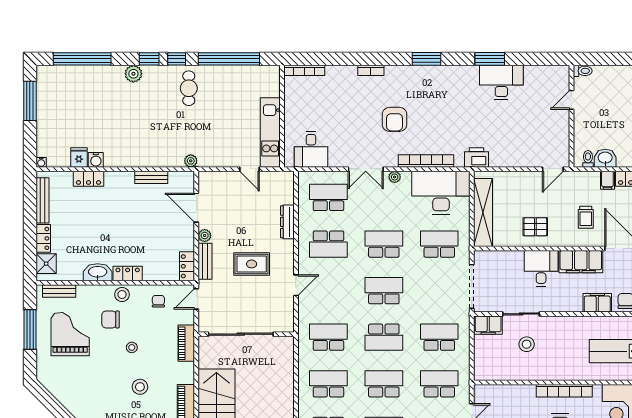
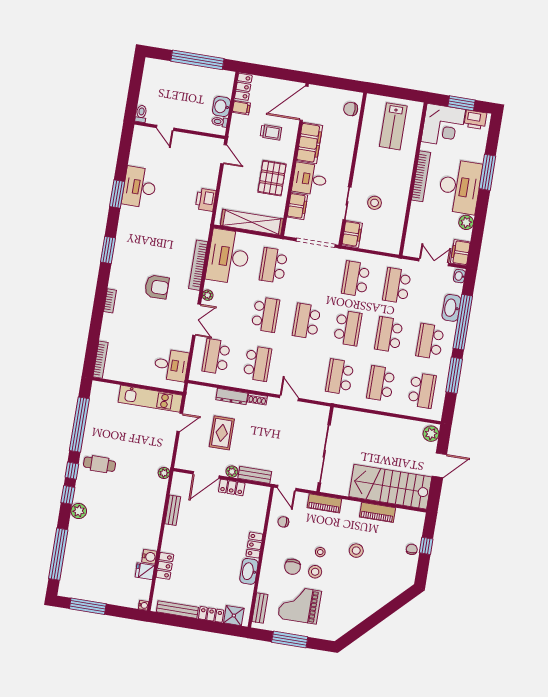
printer: (477, 157) -> (206, 200), moved
pallet: (535, 227) -> (272, 178), width x1.50, depth x1.42
school desk: (384, 244) -> (265, 314), turned 180
shoe rack: (289, 250) -> (257, 399), added
rug: (252, 264) -> (222, 433), moved
locker: (187, 266) -> (232, 487), moved
stool: (122, 295) -> (315, 572), moved
filing cabinet: (597, 303) -> (297, 206), moved, turned 180

